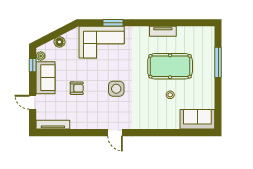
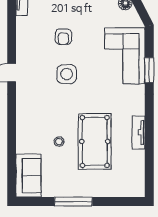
window: (218, 62) -> (73, 202), moved
armchair: (77, 88) -> (63, 37), moved

